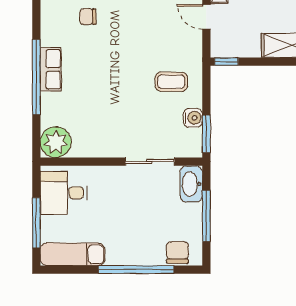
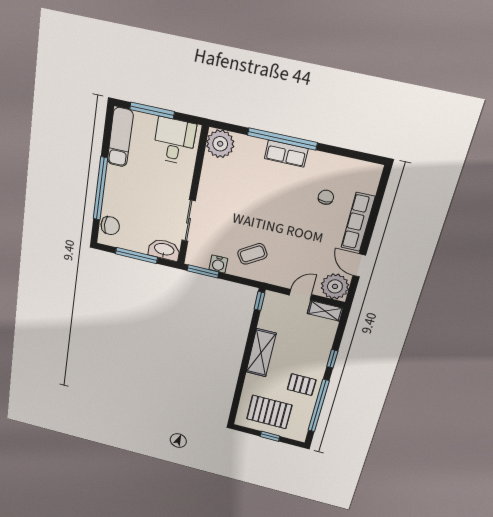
coffee table: (171, 82) -> (252, 254), turned 58

